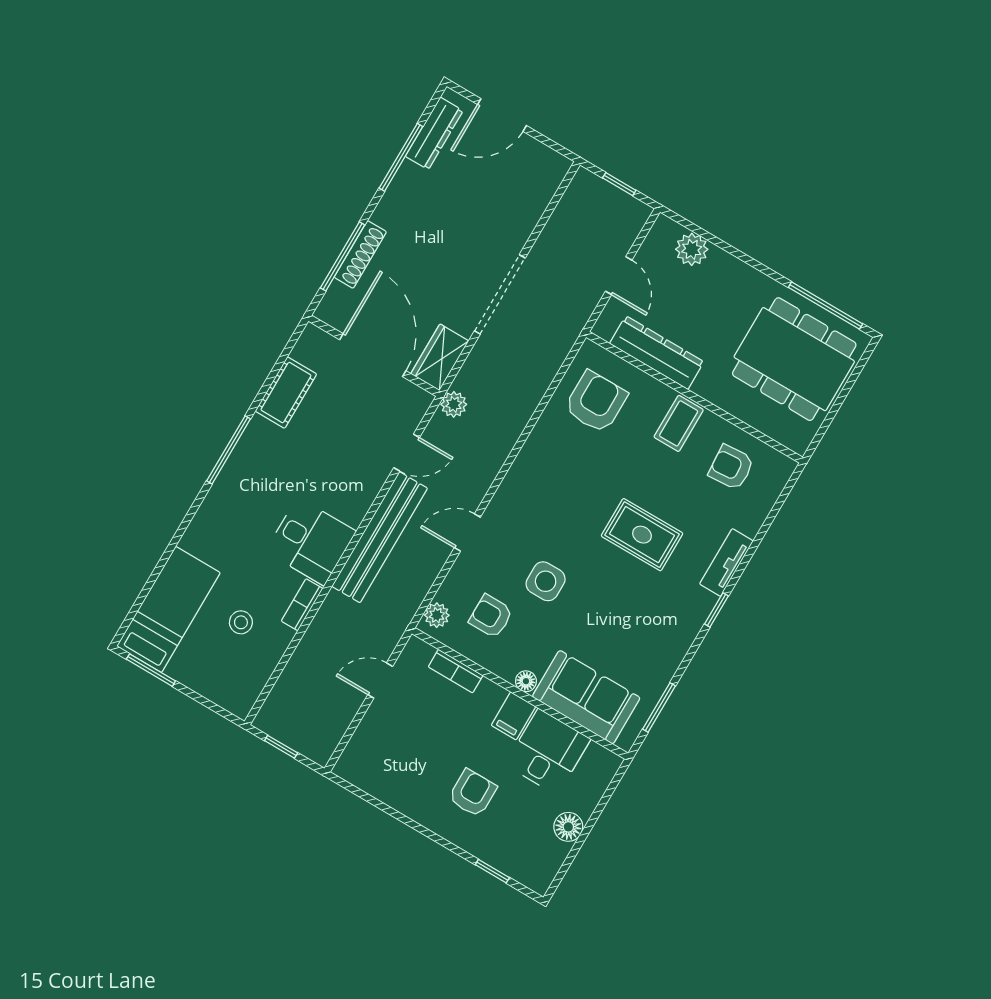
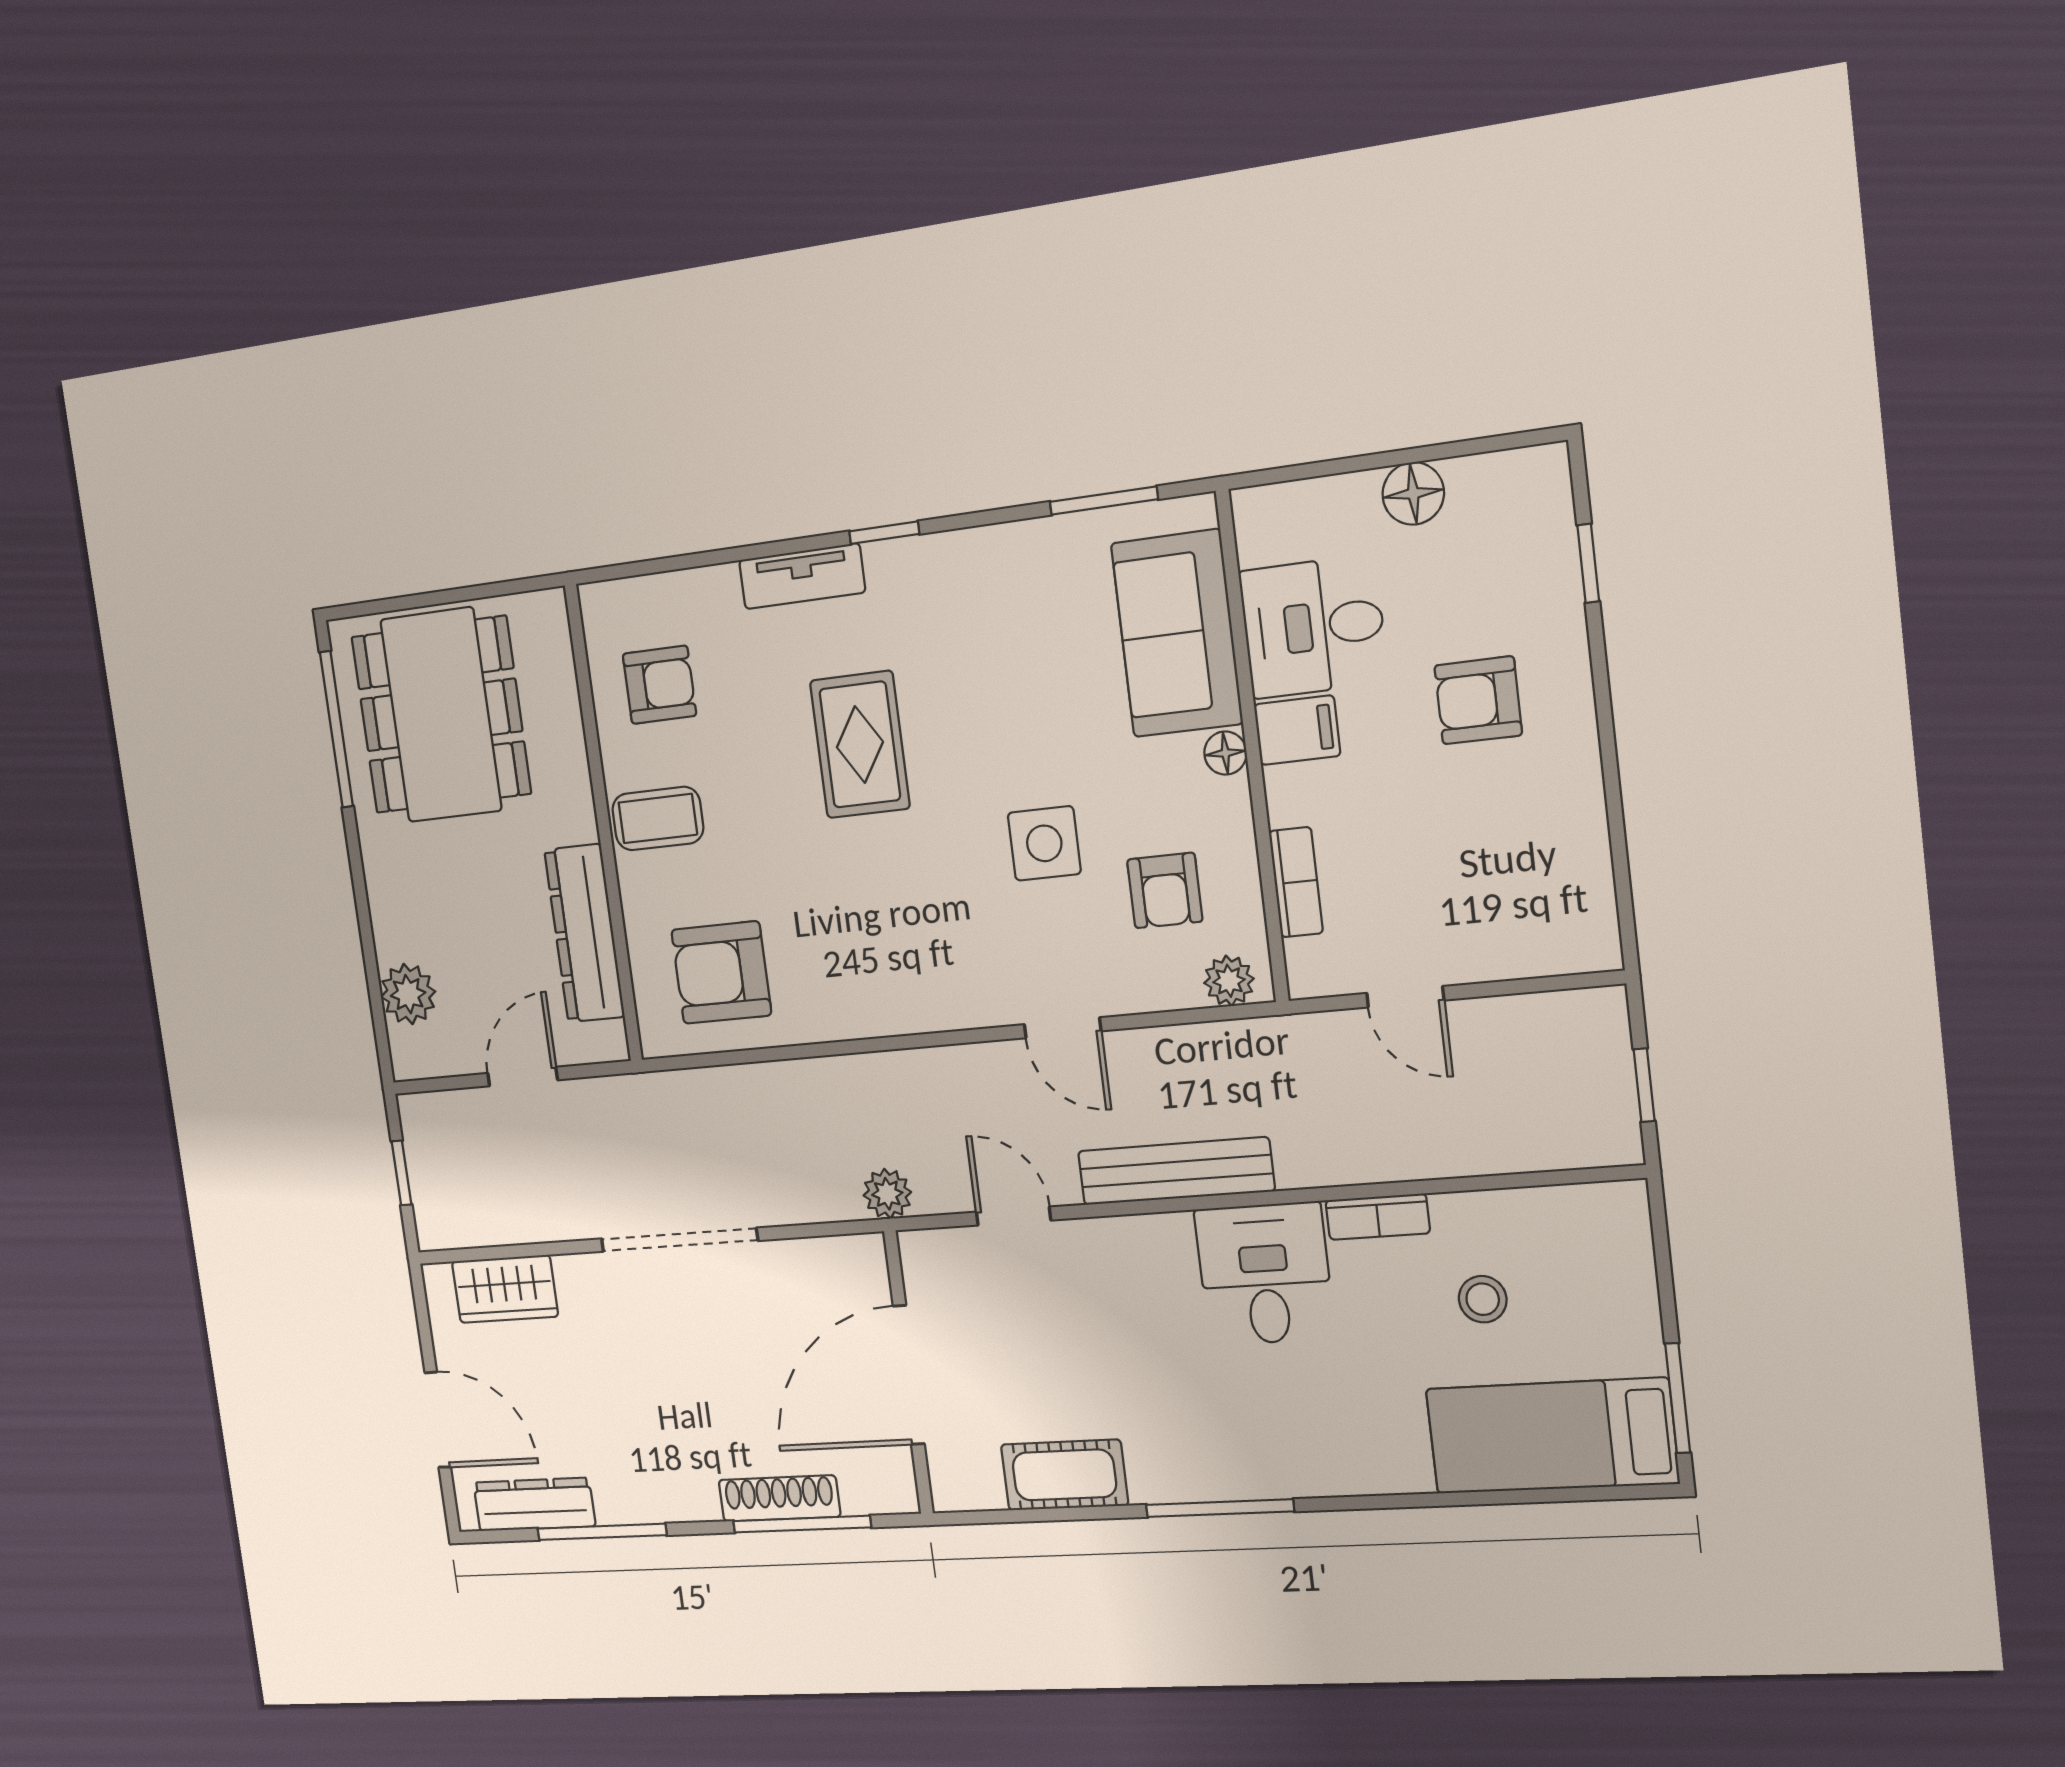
wardrobe: (440, 357) -> (505, 1289), moved
armchair: (731, 467) -> (659, 685), turned -86
bench: (380, 537) -> (1176, 1171), width x0.73, depth x0.82

